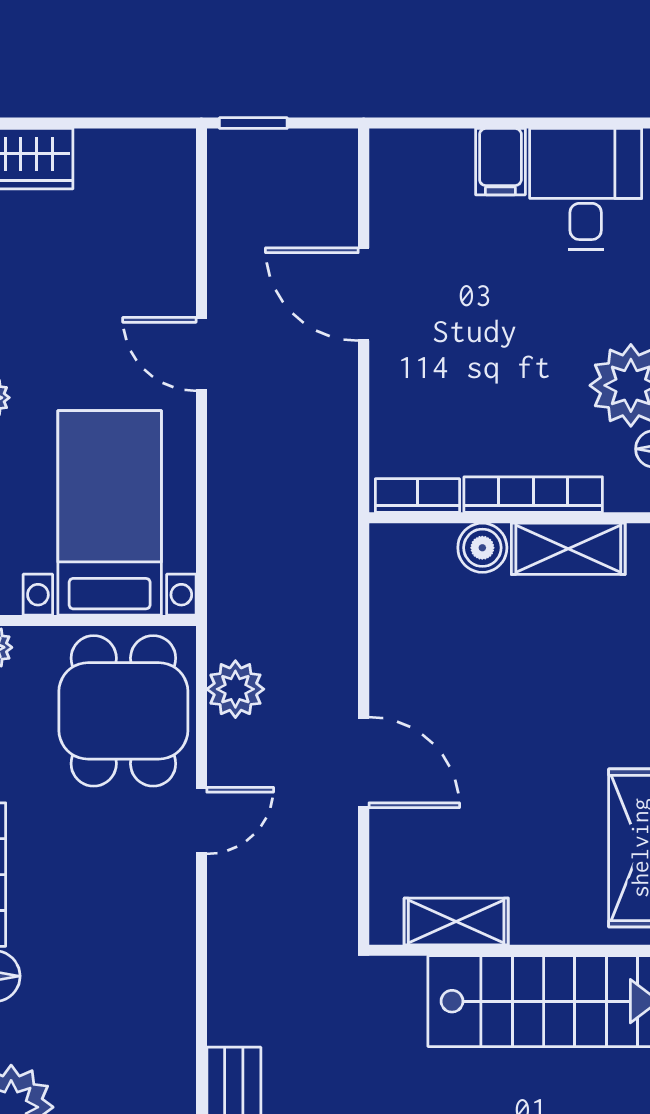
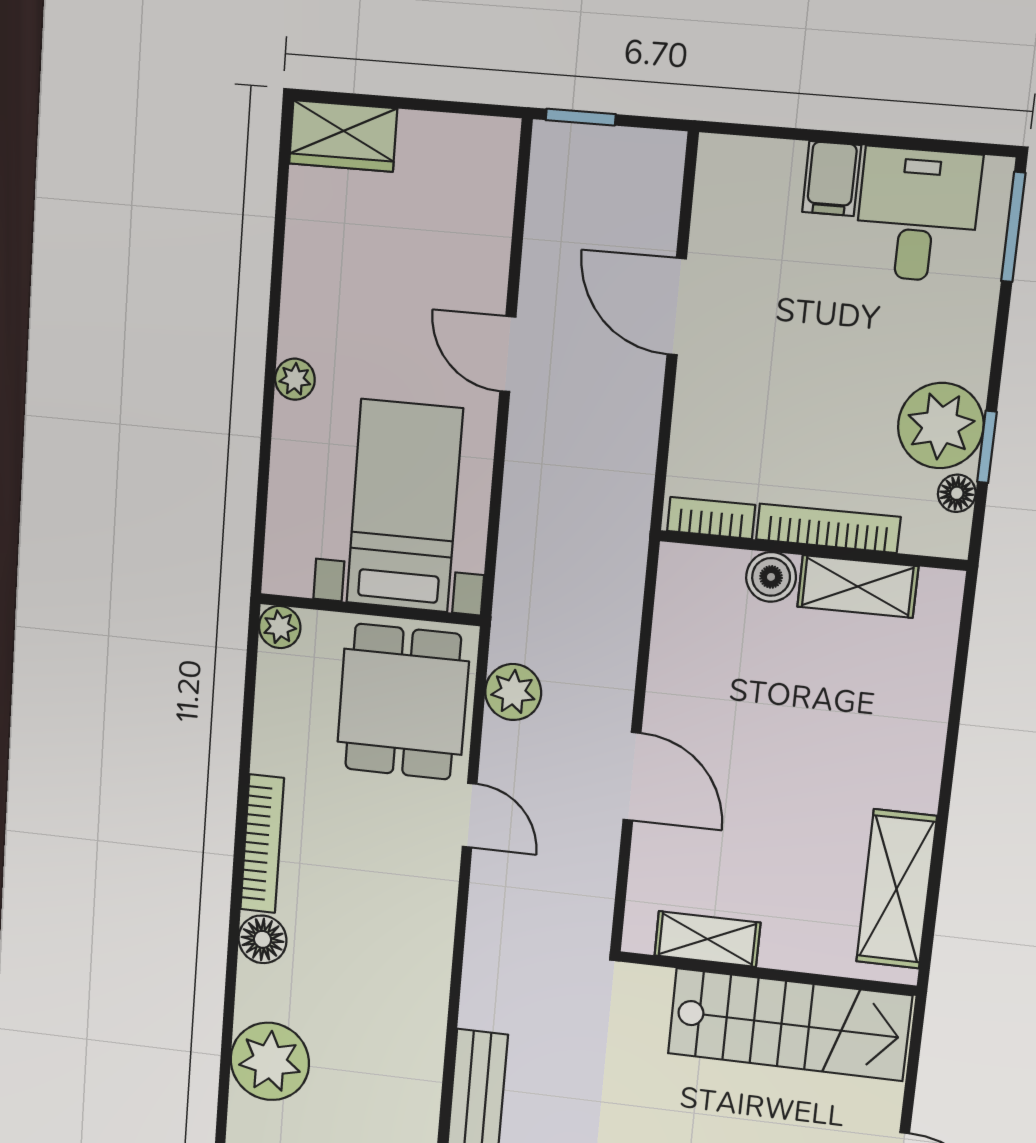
door: (201, 821) -> (470, 815), hinge flipped

